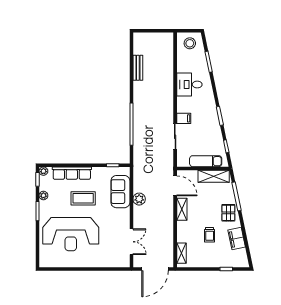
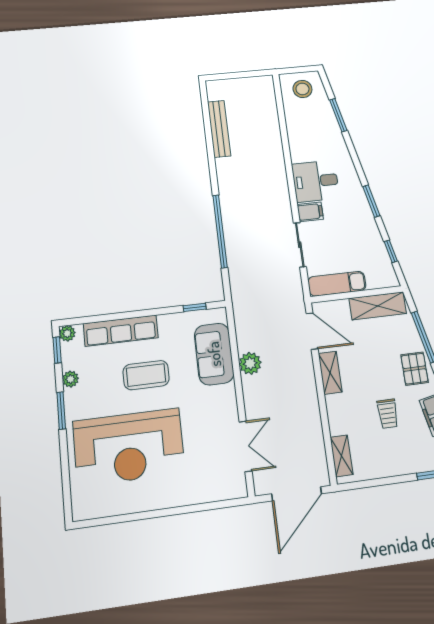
bench: (138, 68) -> (219, 129), width x1.36
desk: (189, 85) -> (316, 181), moved
exam couch: (206, 161) -> (337, 284), moved

